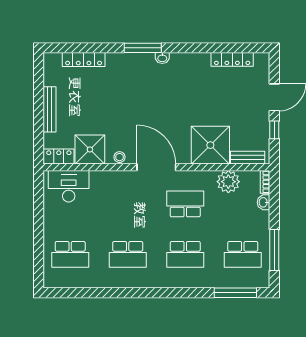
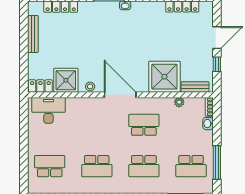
bench: (50, 109) -> (33, 34), moved
plant: (228, 182) -> (179, 102), width x0.53, depth x0.53
school desk: (70, 254) -> (50, 166), turned 180

